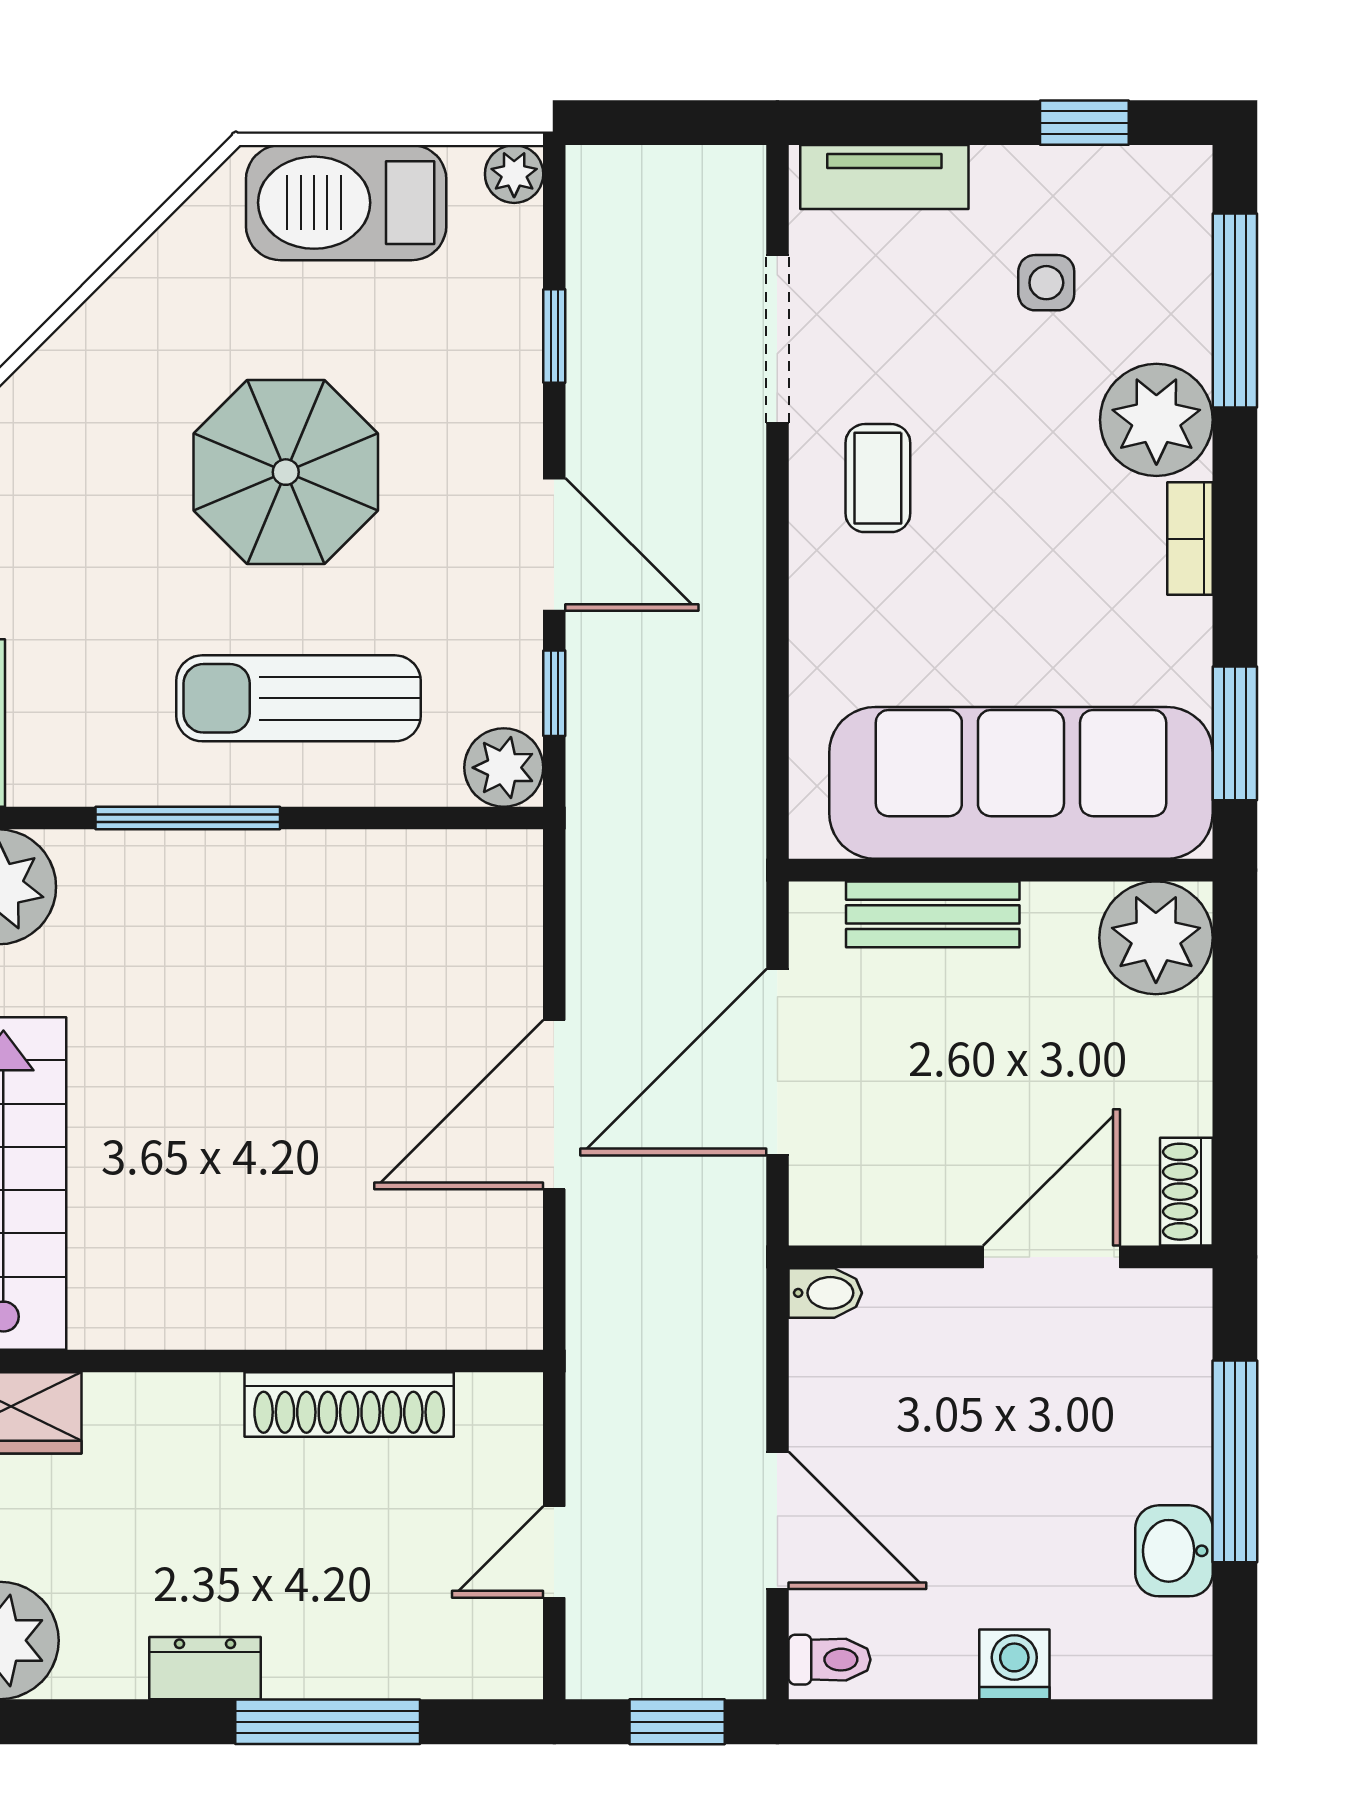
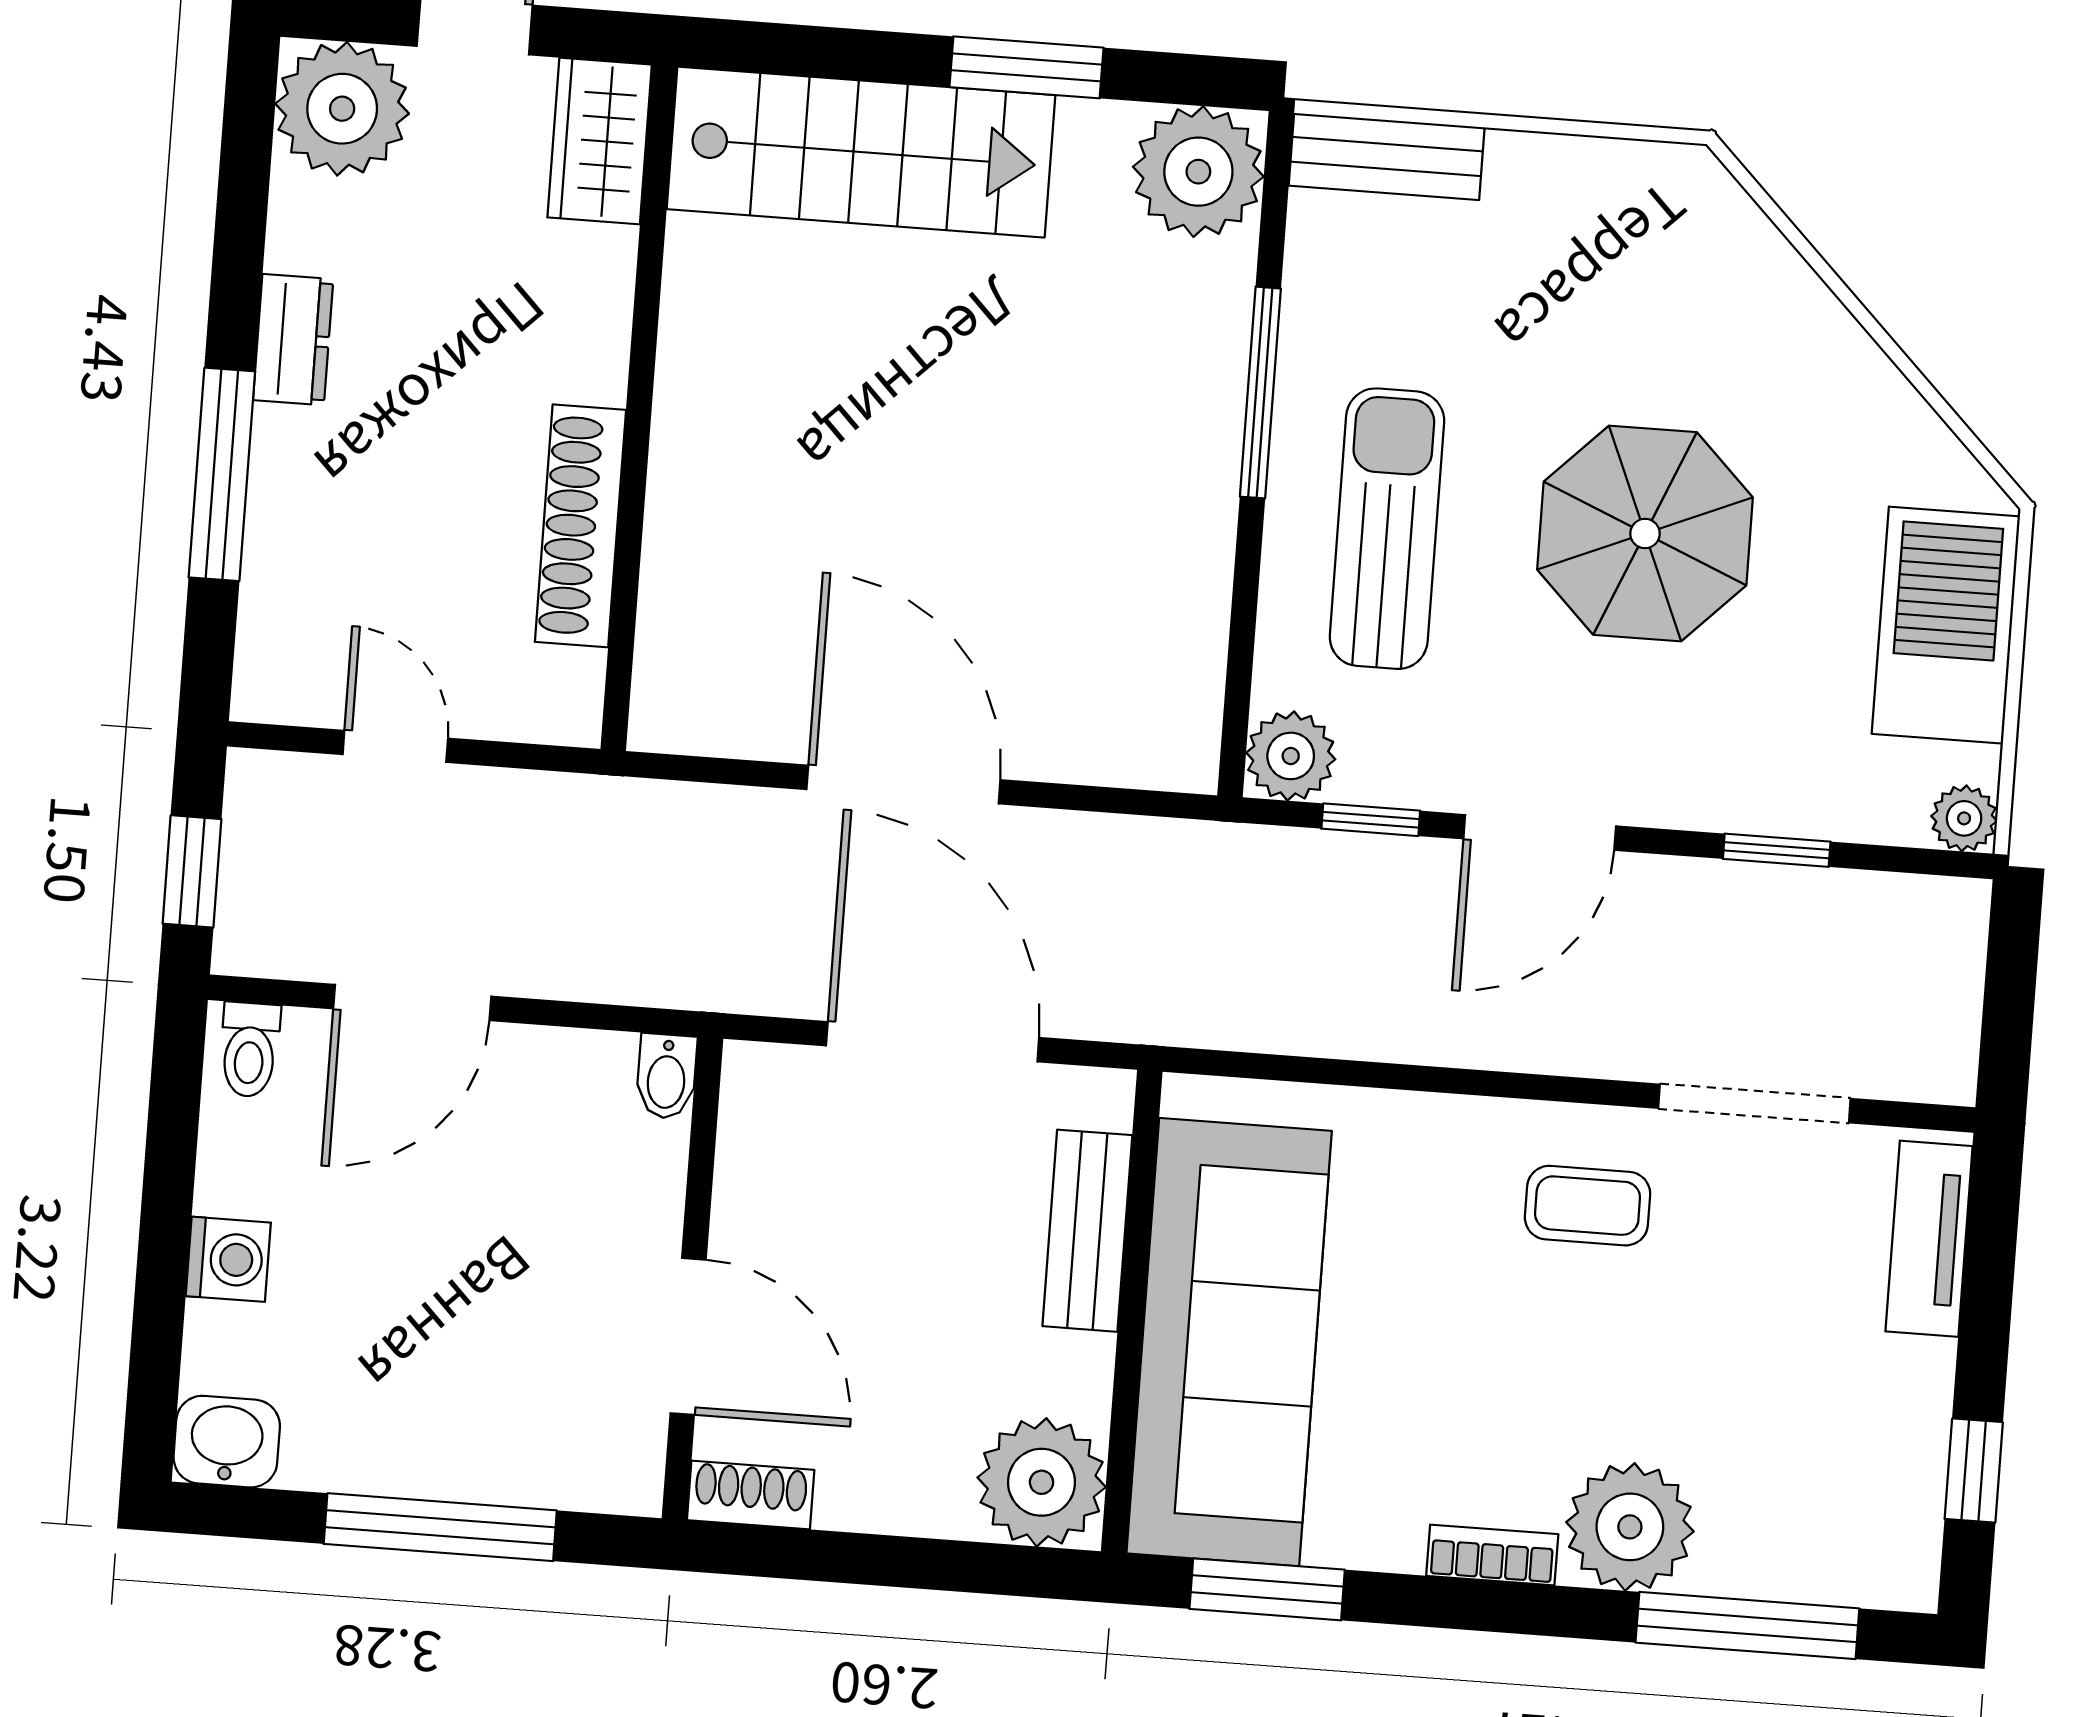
side table: (1046, 283) -> (1795, 1414), removed
washbasin: (1174, 1551) -> (227, 1442), moved

